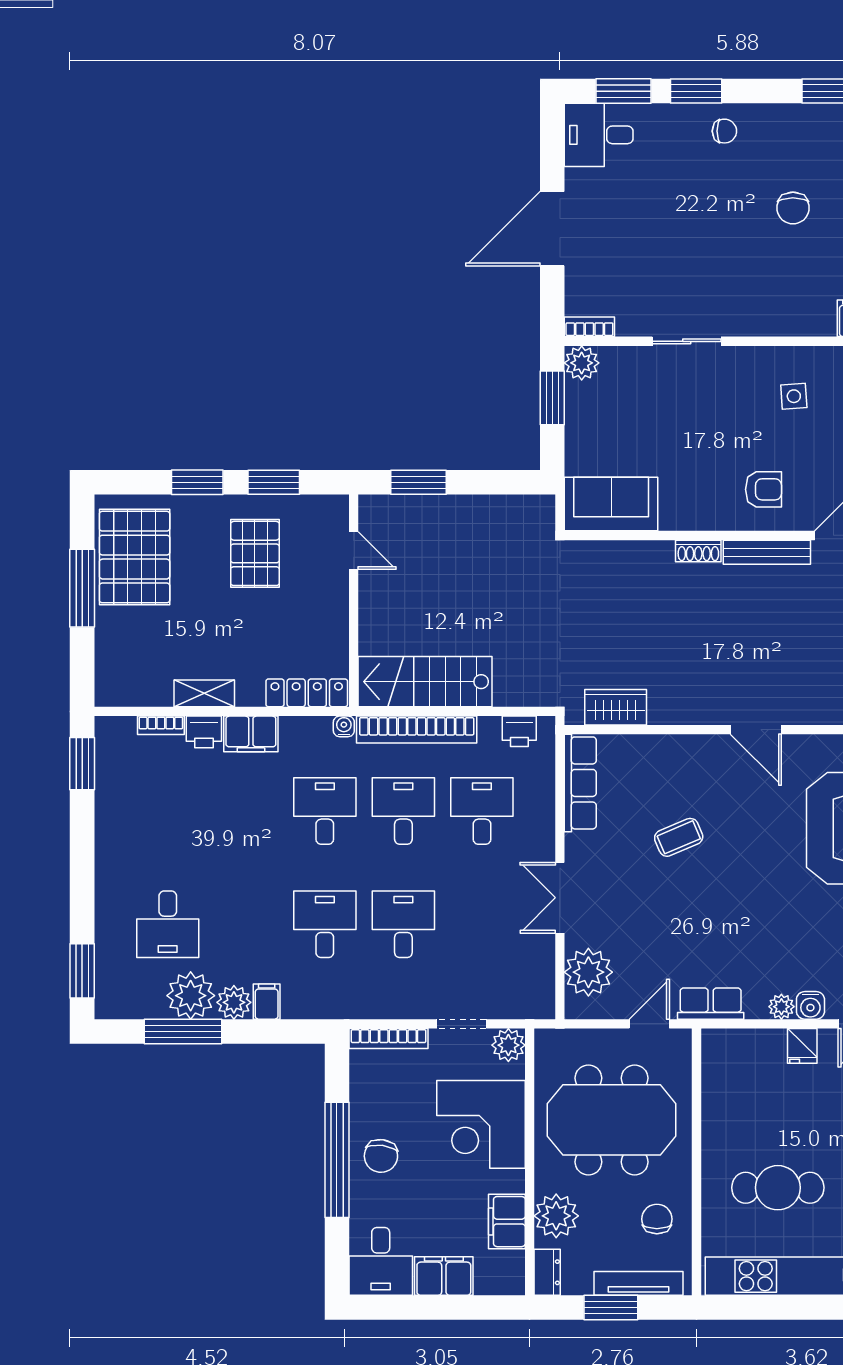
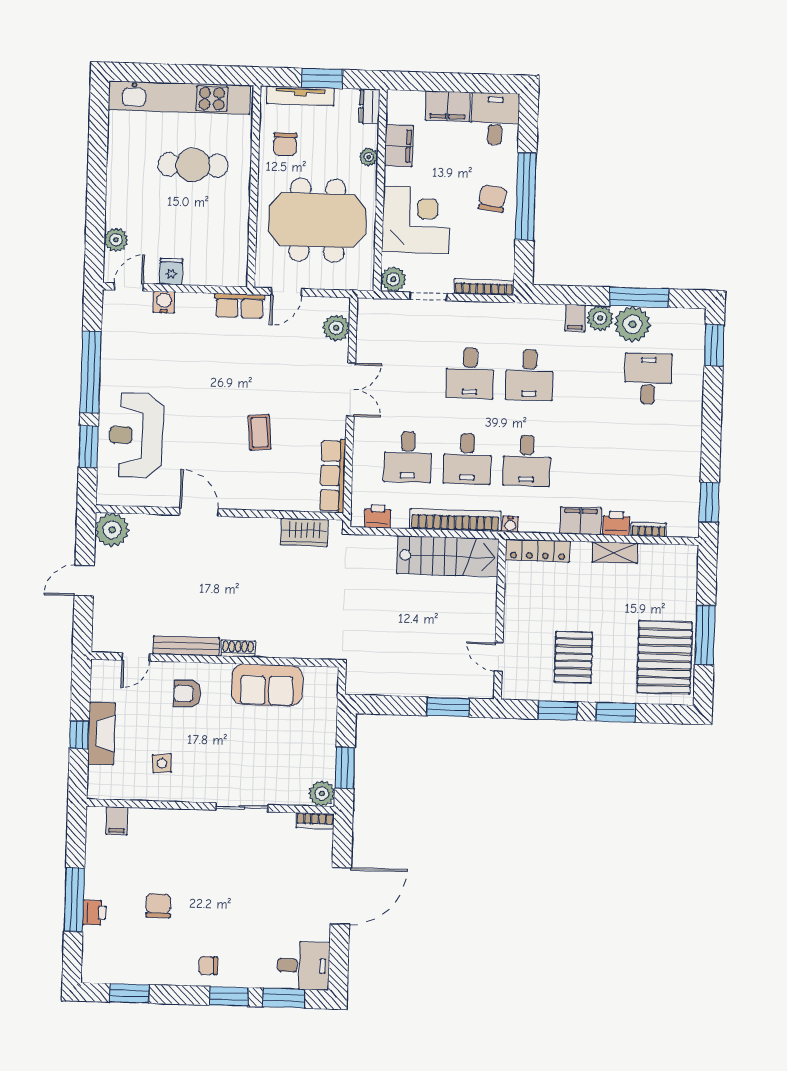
sofa: (611, 504) -> (267, 685), moved
coffee table: (679, 837) -> (260, 432), turned -72
plant: (588, 972) -> (336, 328), width x0.73, depth x0.73
plant: (781, 1007) -> (186, 302), removed
plant: (556, 1216) -> (369, 157), width x0.53, depth x0.53

